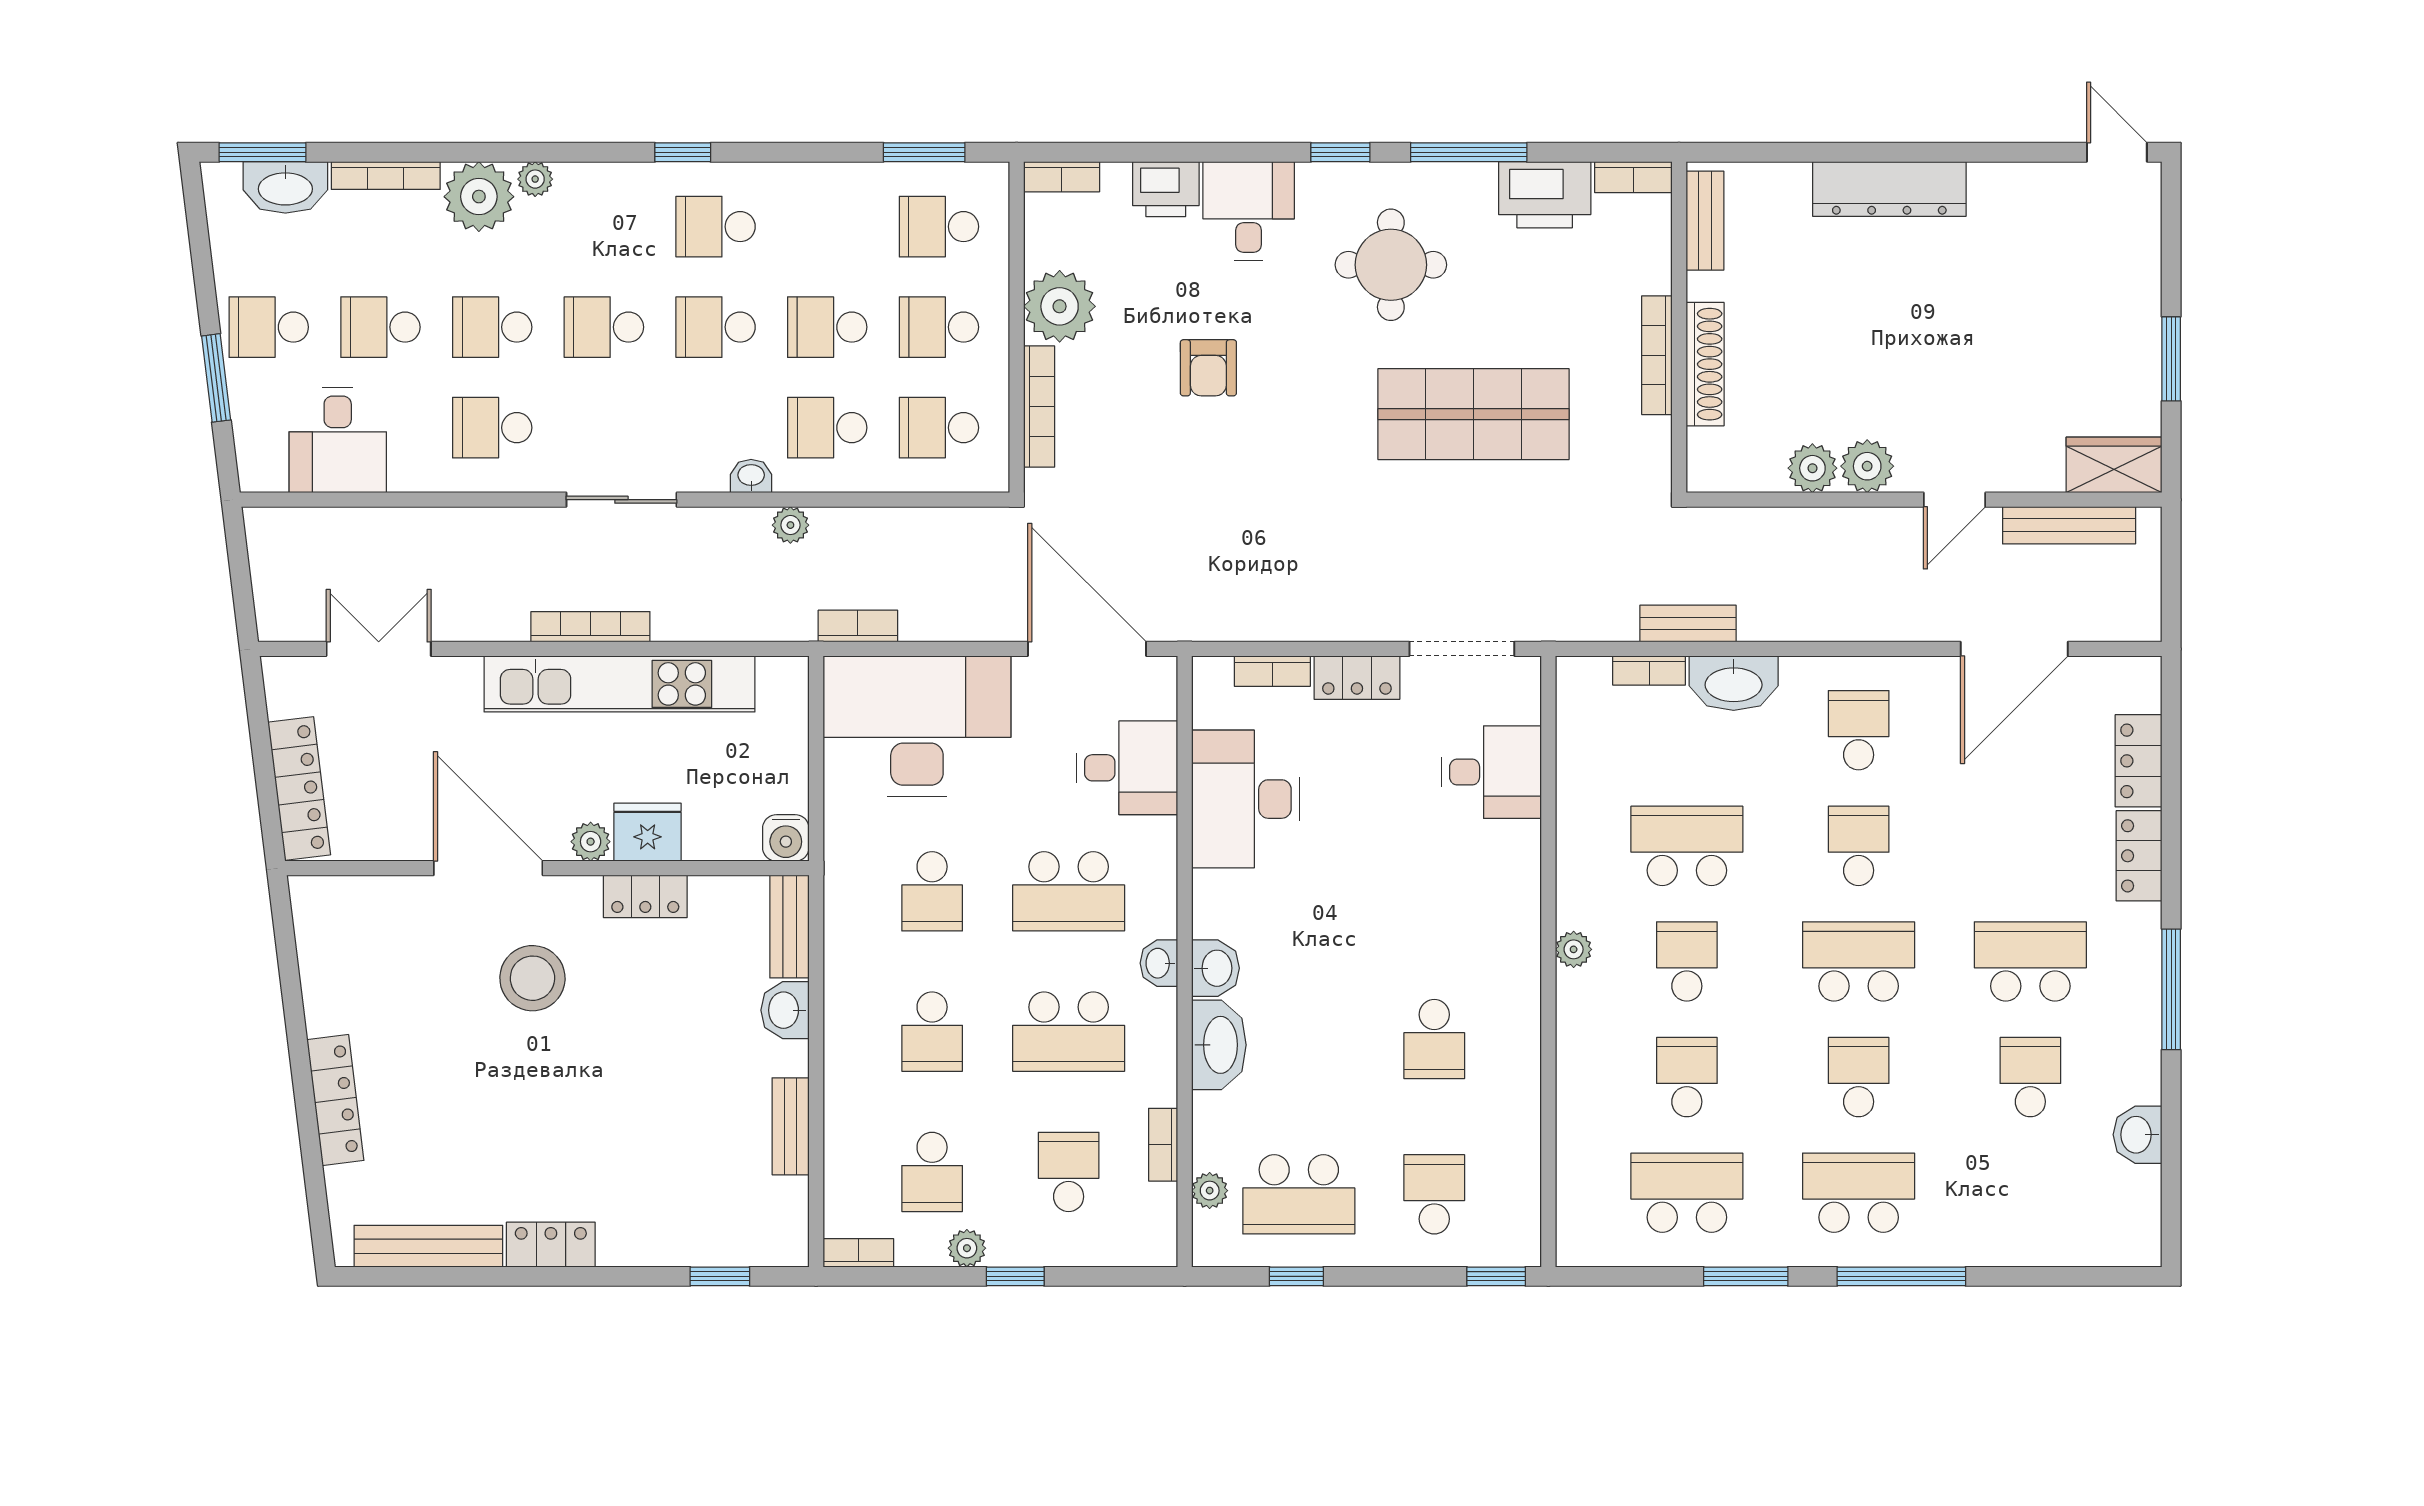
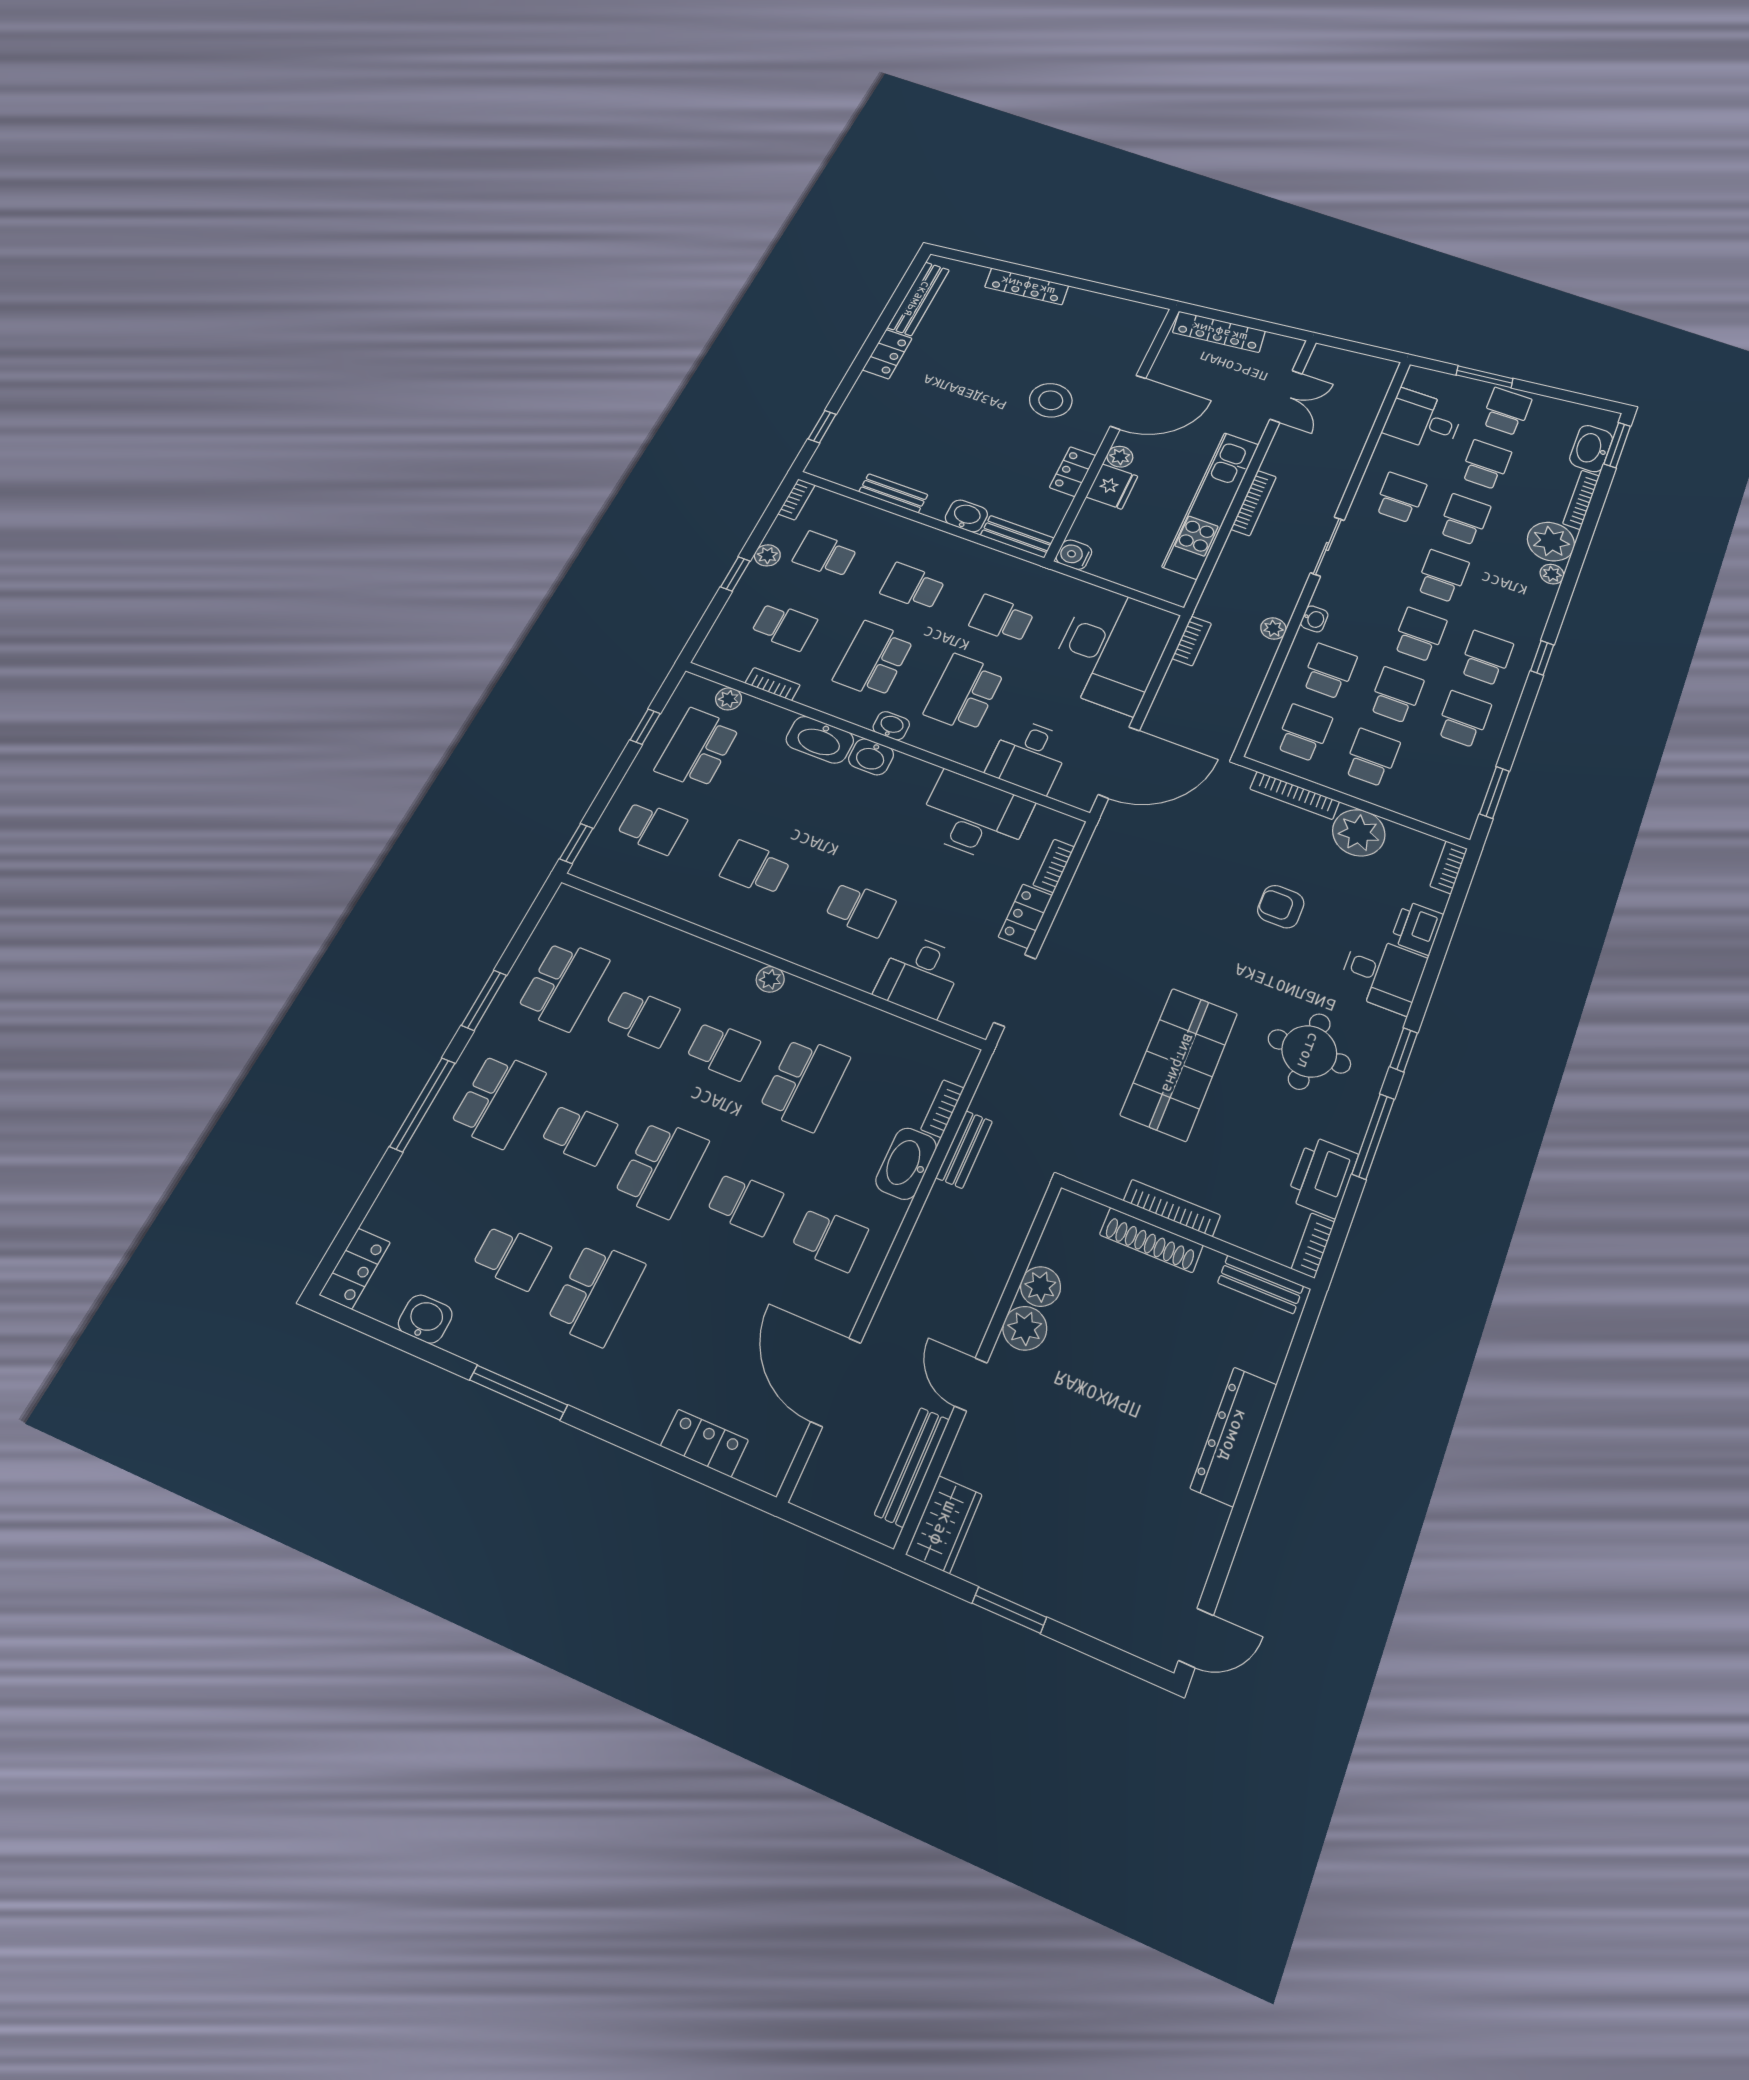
school desk: (939, 227) -> (1464, 719), moved
locker: (2139, 856) -> (355, 1268), moved, turned 90
school desk: (1434, 884) -> (860, 909), added

